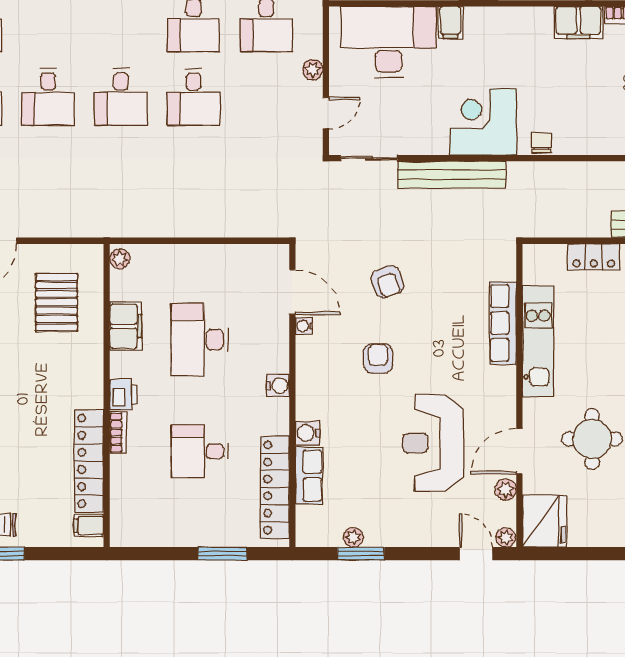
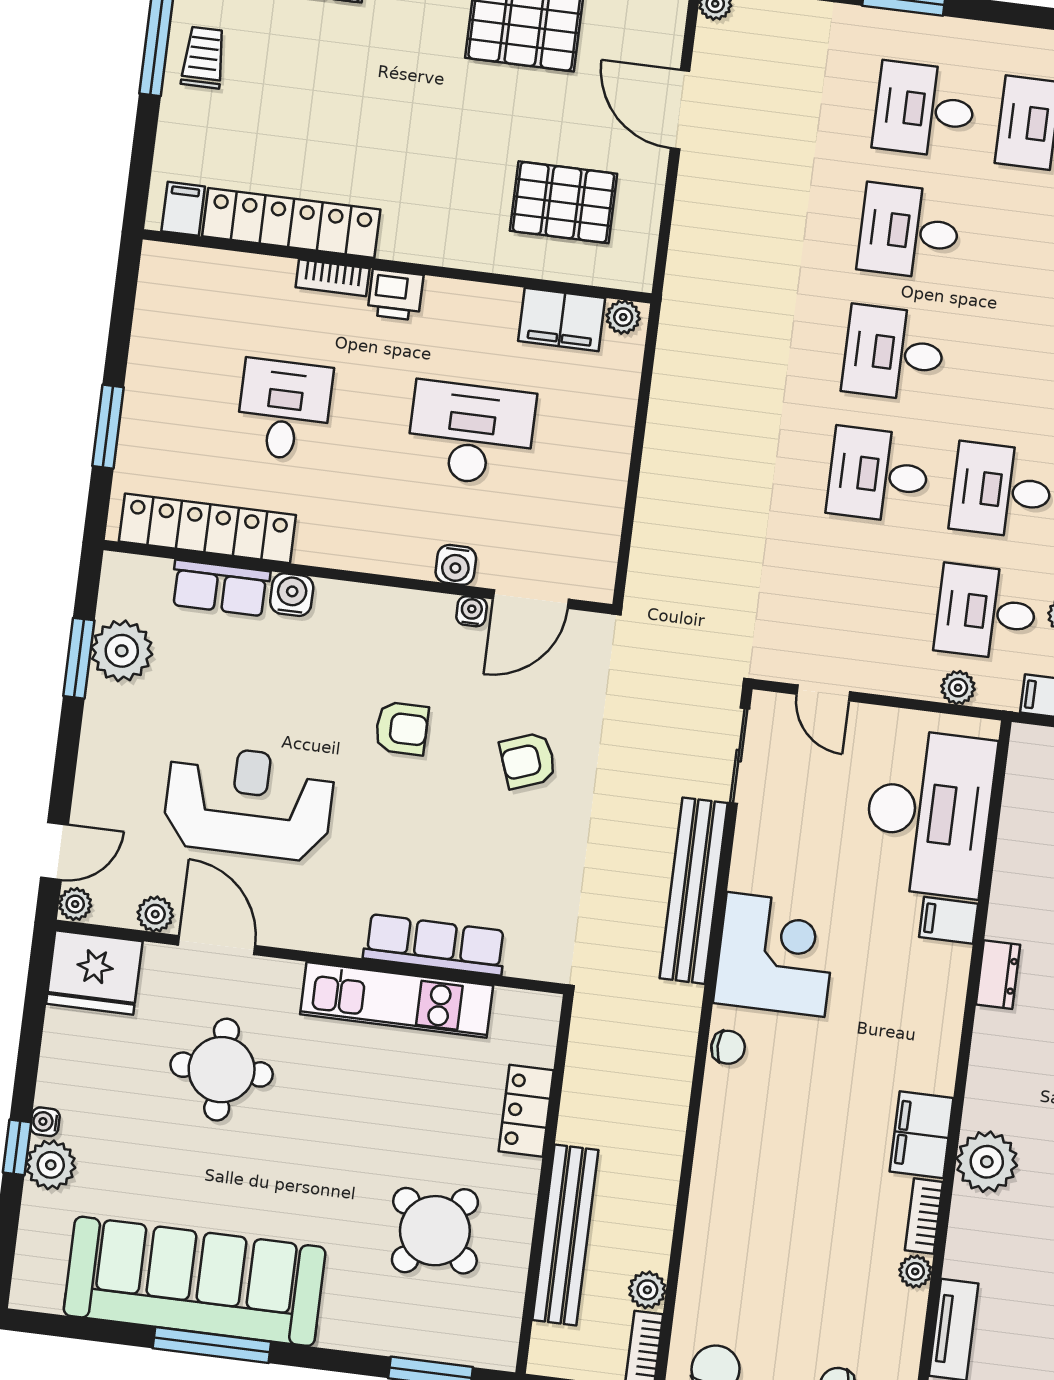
plant: (313, 70) -> (958, 688), moved
filing cabinet: (126, 326) -> (562, 320), moved
water cooler: (278, 386) -> (456, 565), moved
plant: (353, 537) -> (122, 651), width x1.88, depth x1.88

